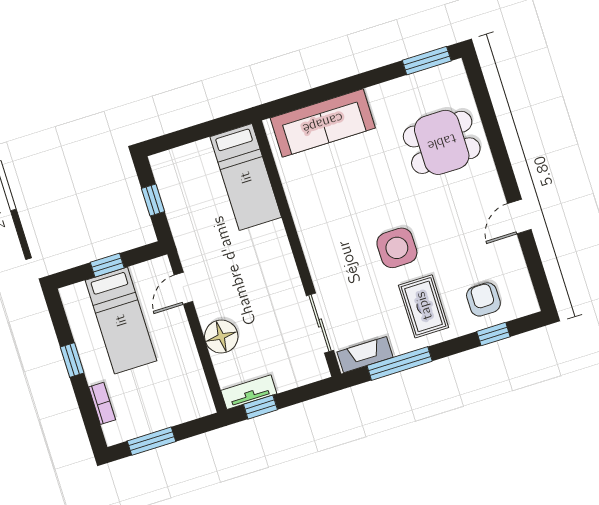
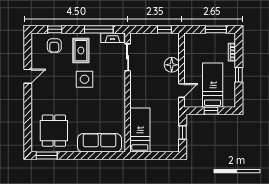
dining table: (442, 142) -> (54, 131), moved, turned 90
tv unit: (249, 392) -> (167, 37), removed

